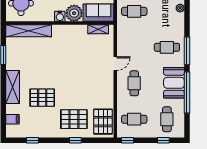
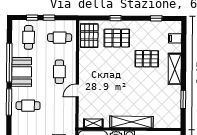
shelving: (29, 31) -> (131, 122), moved
window: (128, 140) -> (49, 18), moved

